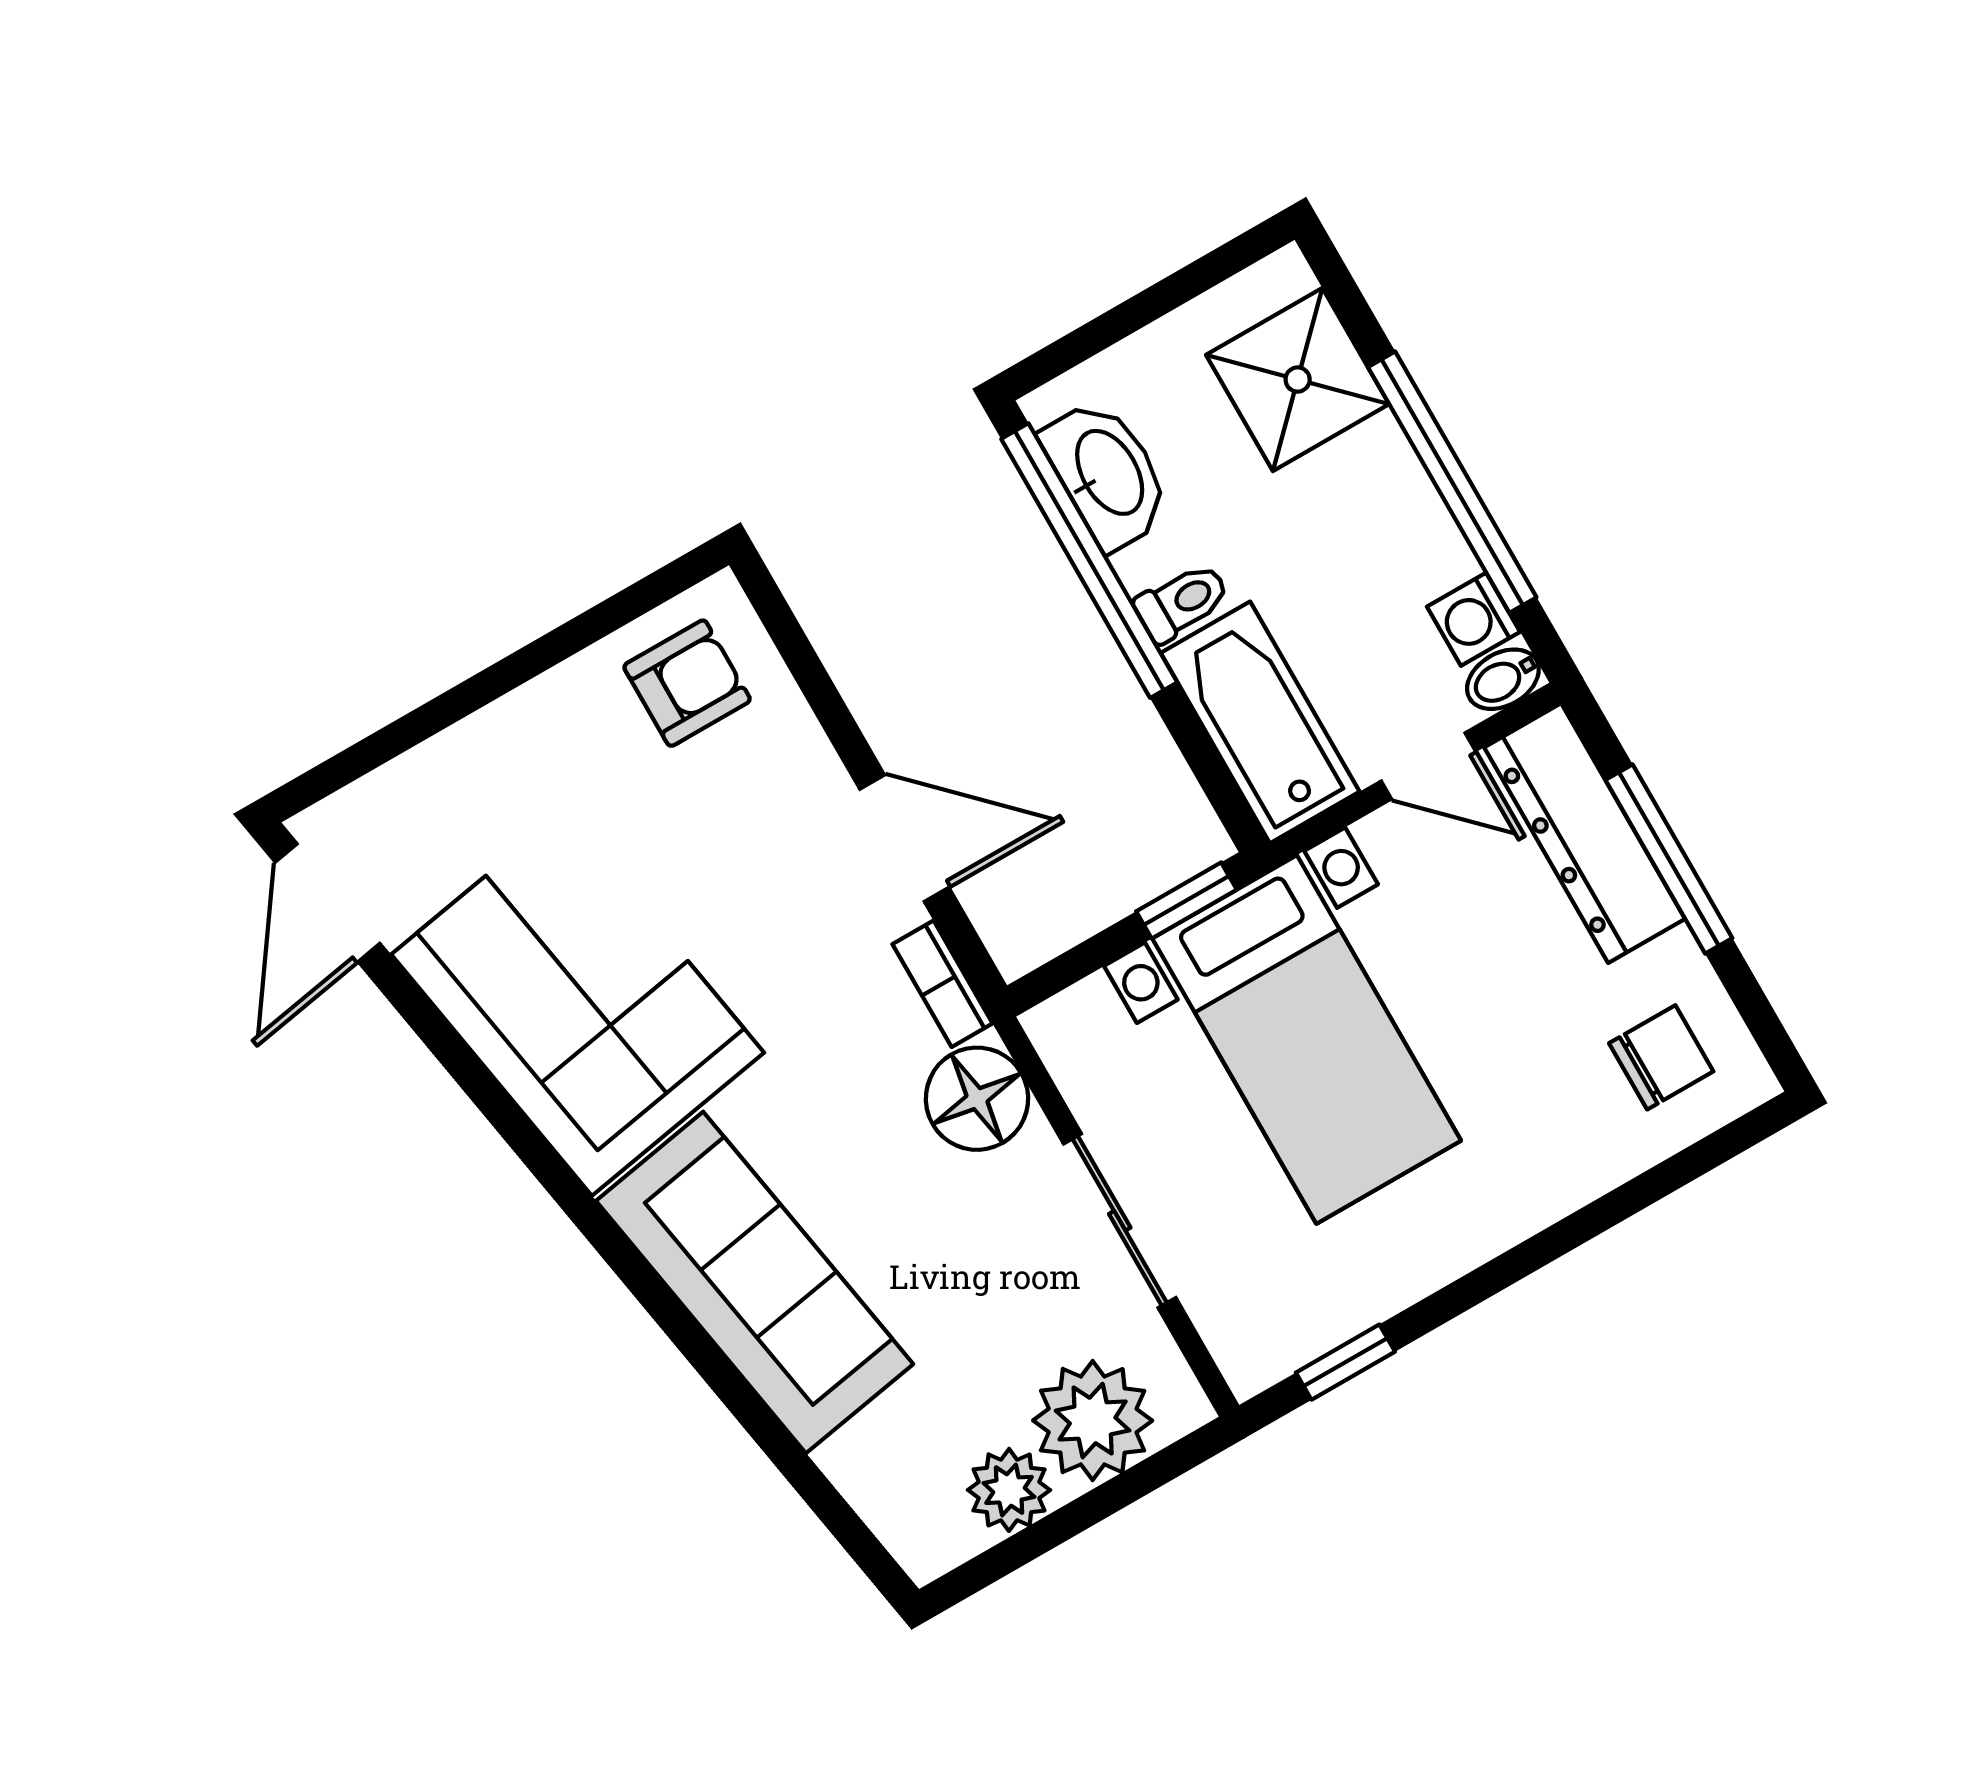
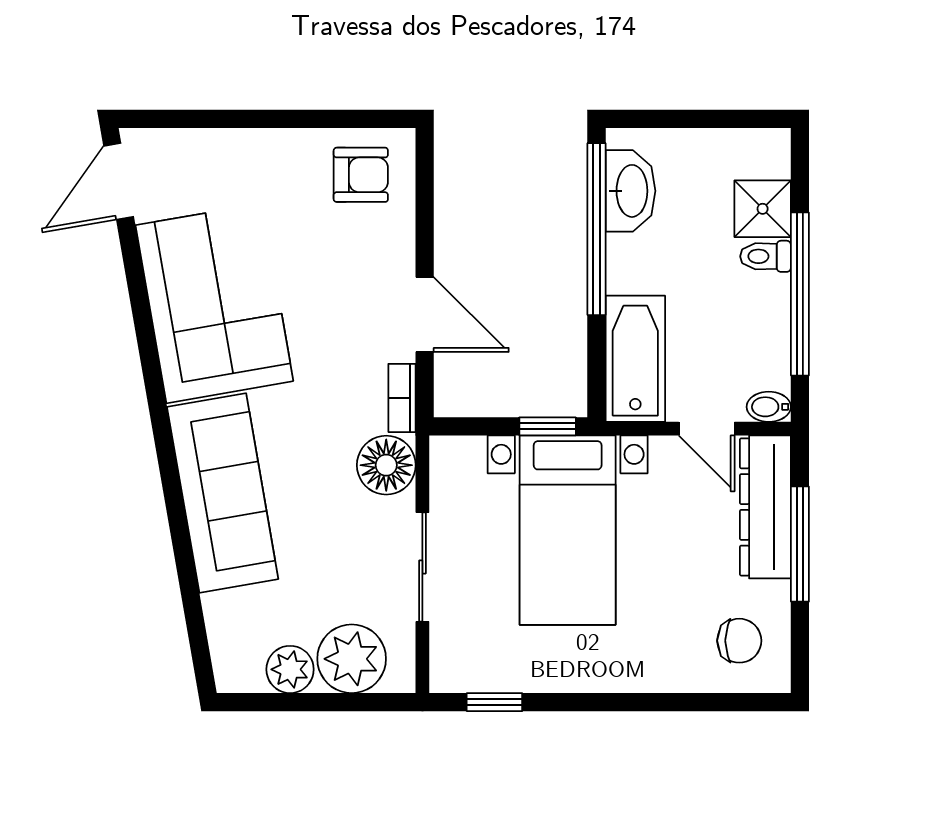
shower: (1298, 379) -> (763, 209), width x0.73, depth x0.73
toilet: (1182, 602) -> (766, 256), moved, turned 180
washing machine: (1473, 619) -> (771, 368), removed

